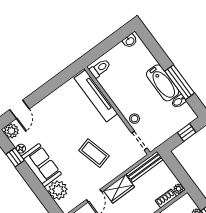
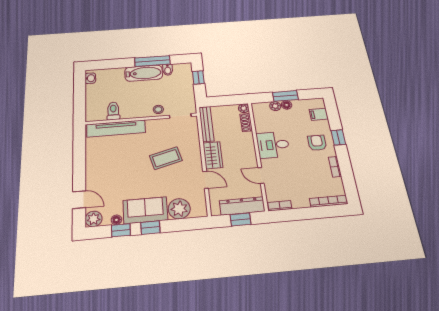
toilet: (100, 68) -> (113, 111), moved
window: (30, 178) -> (150, 228), added

